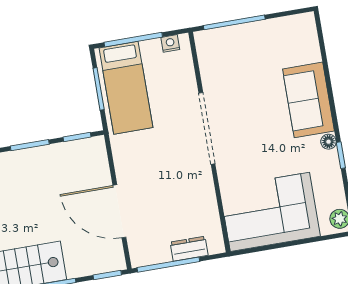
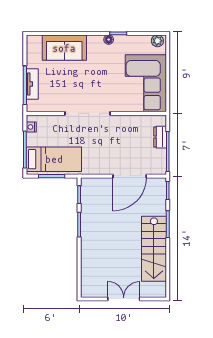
tv unit: (238, 34) -> (32, 84), added
sofa: (308, 100) -> (64, 48), moved

